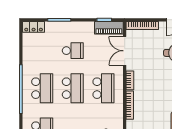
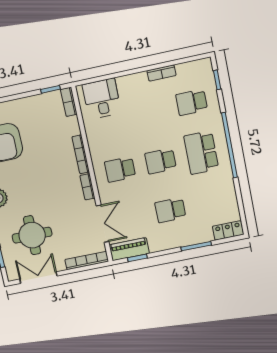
school desk: (73, 88) -> (161, 161), width x0.54
school desk: (103, 88) -> (120, 169), width x0.54

